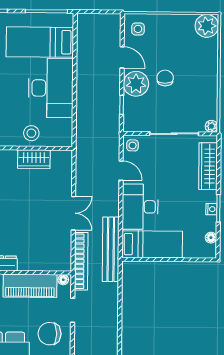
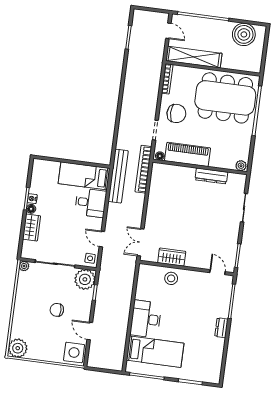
side table: (138, 29) -> (74, 353), width x1.87, depth x1.87
chair: (165, 78) -> (57, 310), turned 90
plant: (136, 84) -> (85, 279), moved
desk: (51, 88) -> (146, 319), width x0.73, depth x0.77
wardrobe: (208, 166) -> (32, 228), width x0.67
desk: (140, 207) -> (91, 203), width x0.73
double door: (73, 213) -> (141, 242), moved
floor lamp: (211, 238) -> (31, 209), moved

